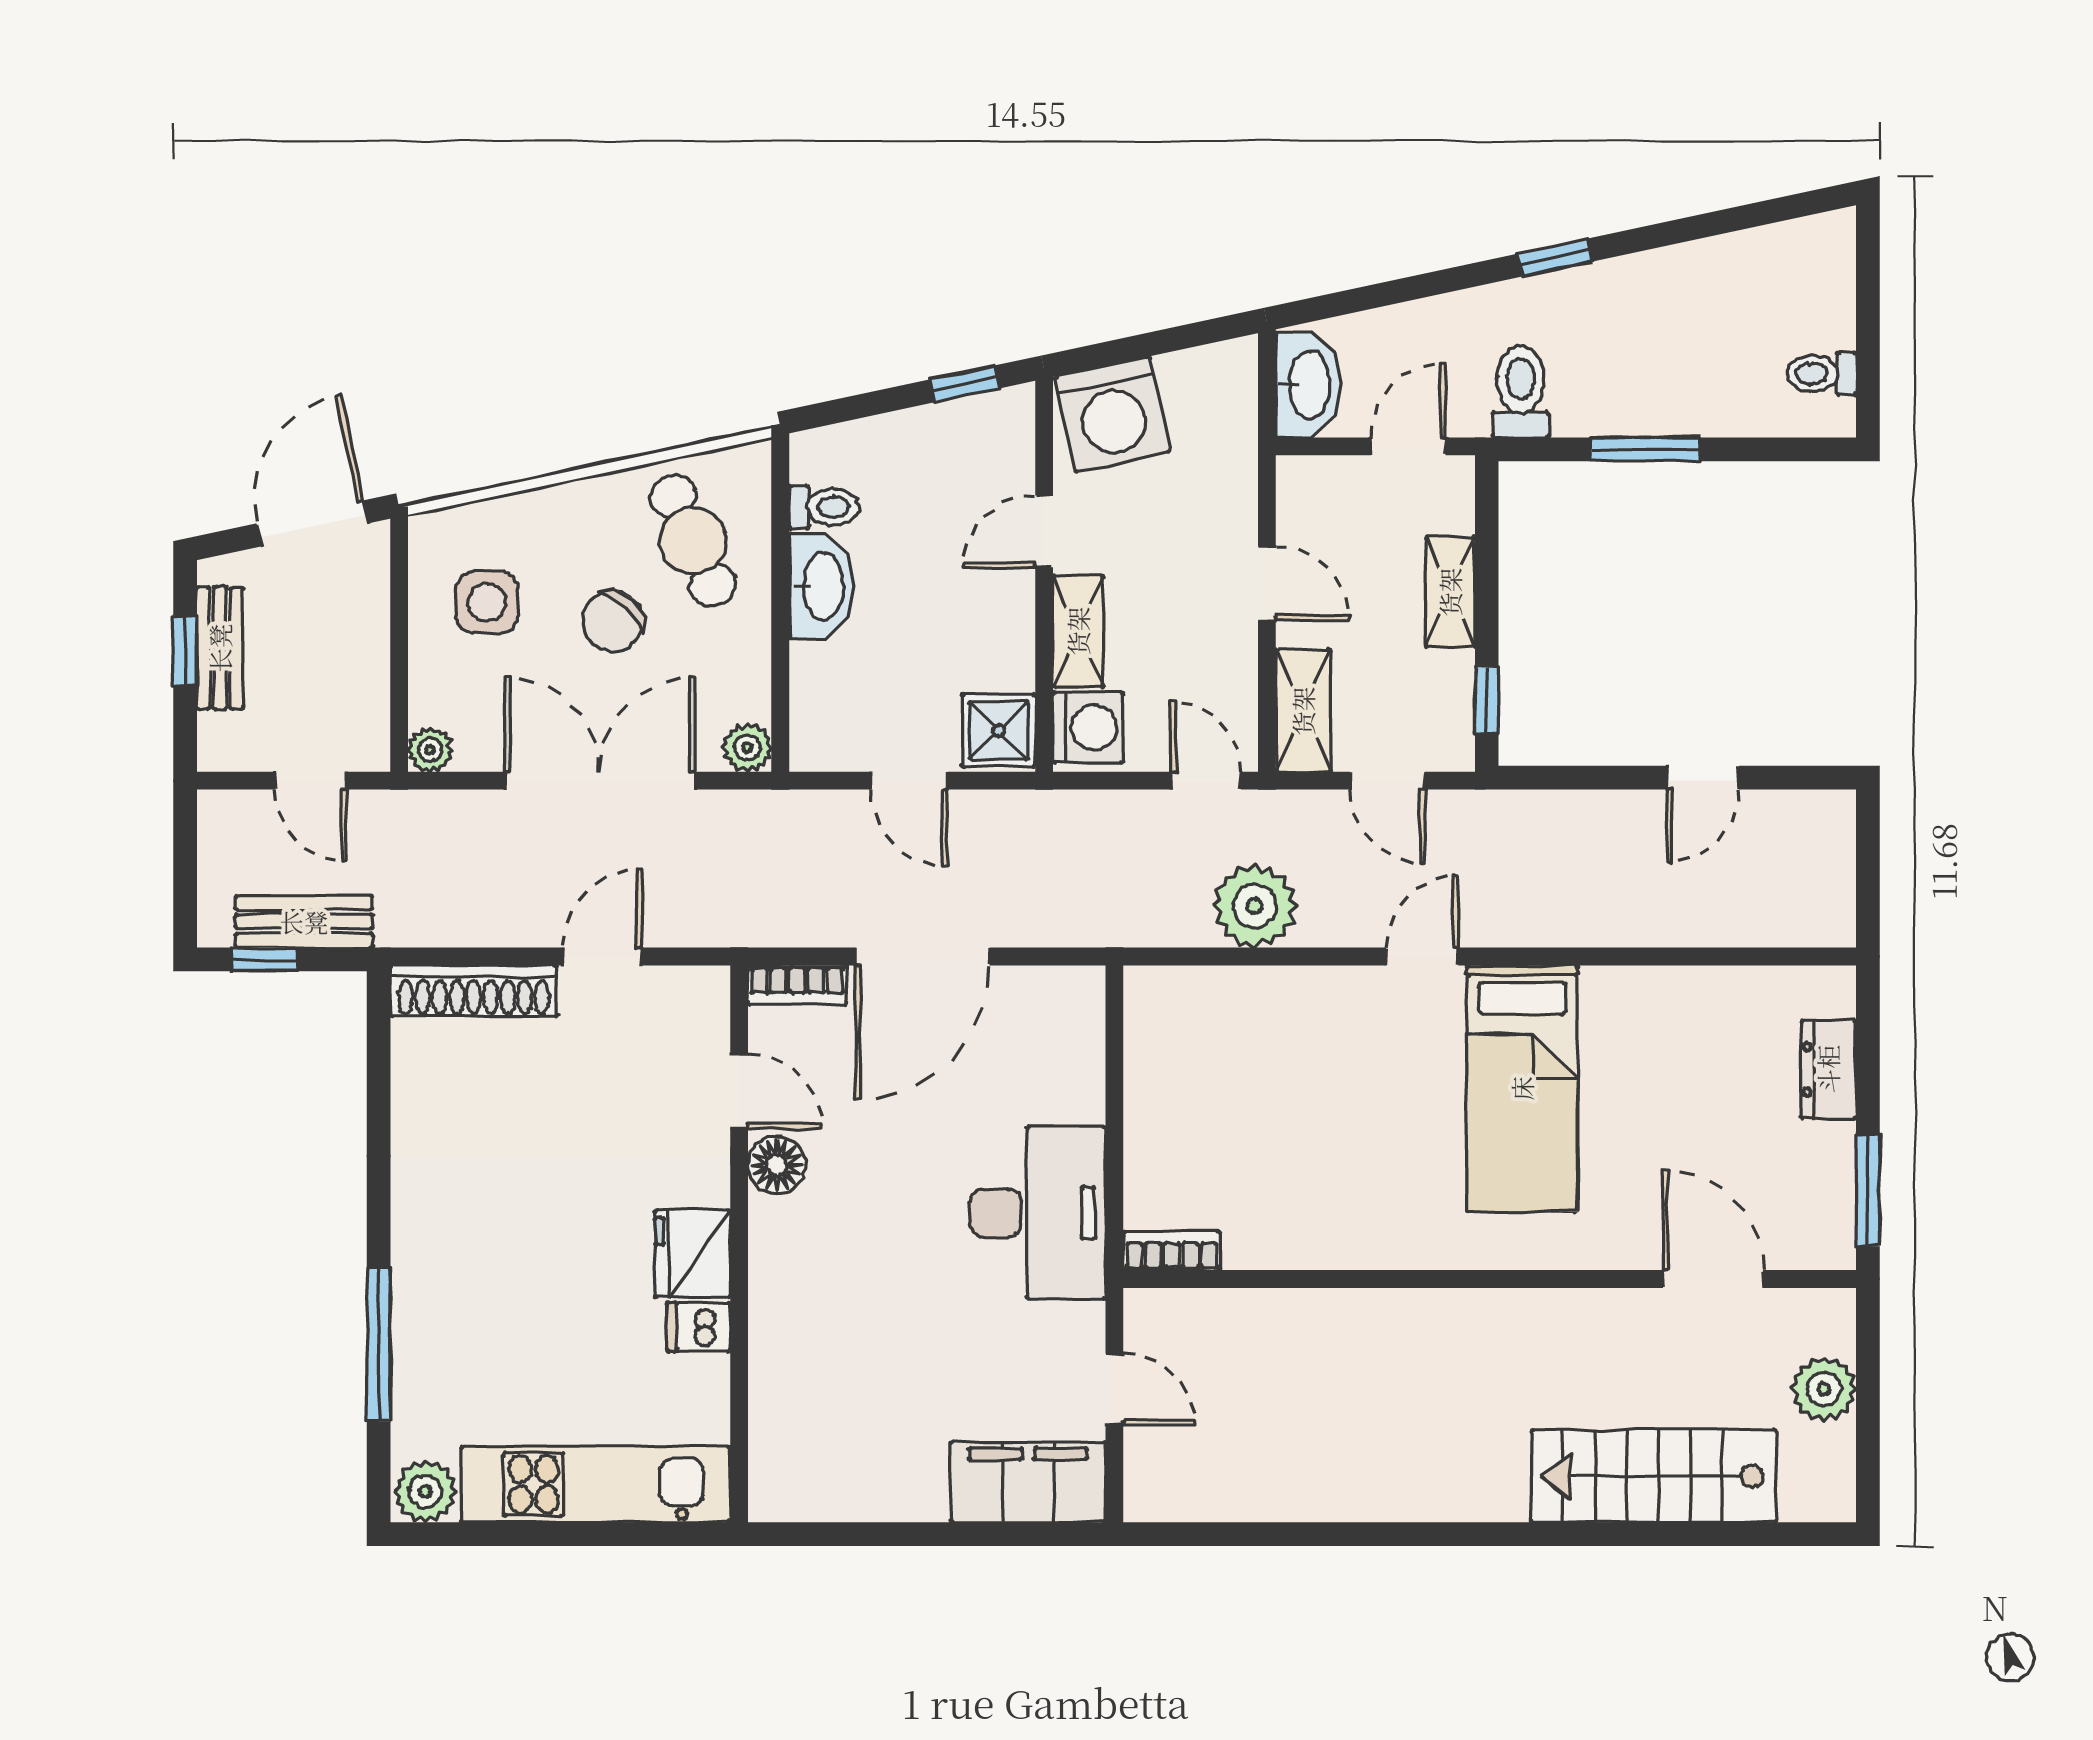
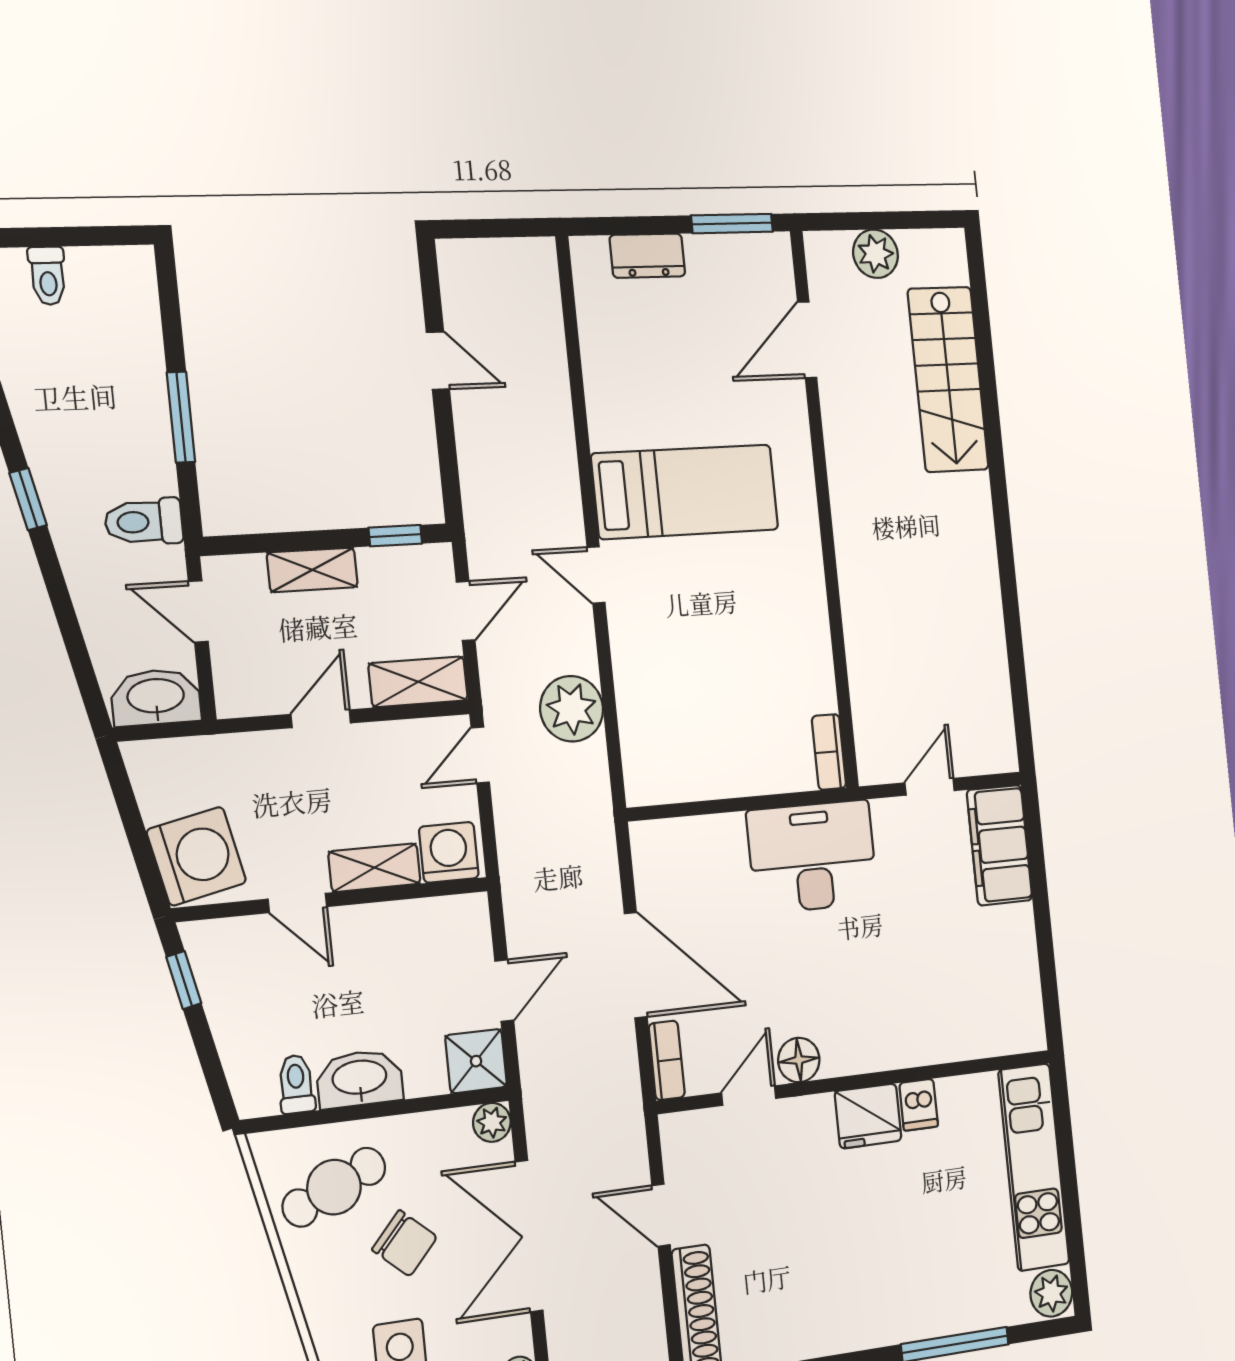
toilet: (1821, 374) -> (48, 276), moved
shower: (999, 731) -> (476, 1061), moved

